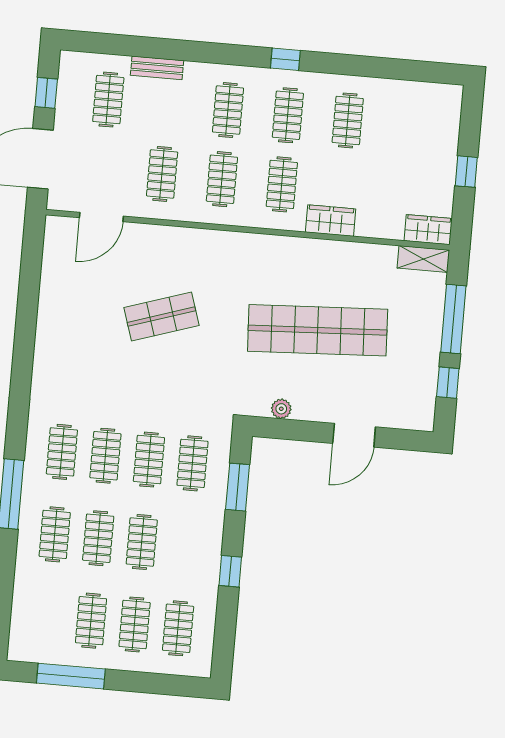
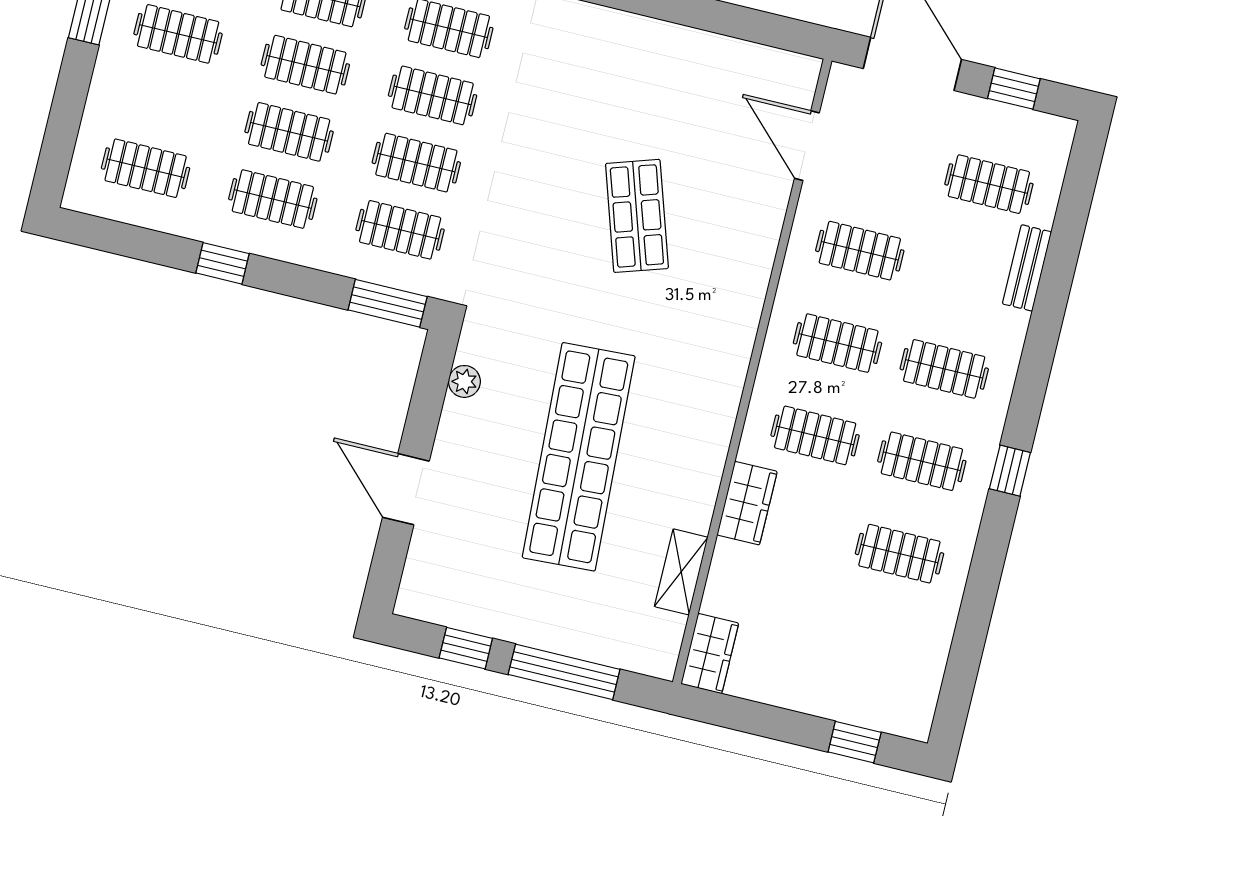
window: (466, 172) -> (855, 742), moved
shelving: (423, 259) -> (681, 572), moved
window: (238, 487) -> (388, 303), moved
clothes rail: (135, 624) -> (273, 199), moved

